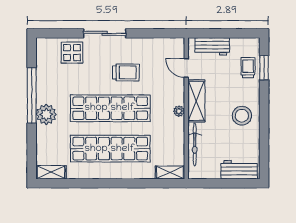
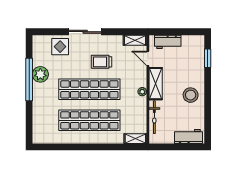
trolley: (248, 68) -> (195, 58), removed
trolley: (126, 72) -> (101, 62), turned 180
plant: (46, 114) -> (40, 74), moved
shelving: (51, 172) -> (135, 40), moved

